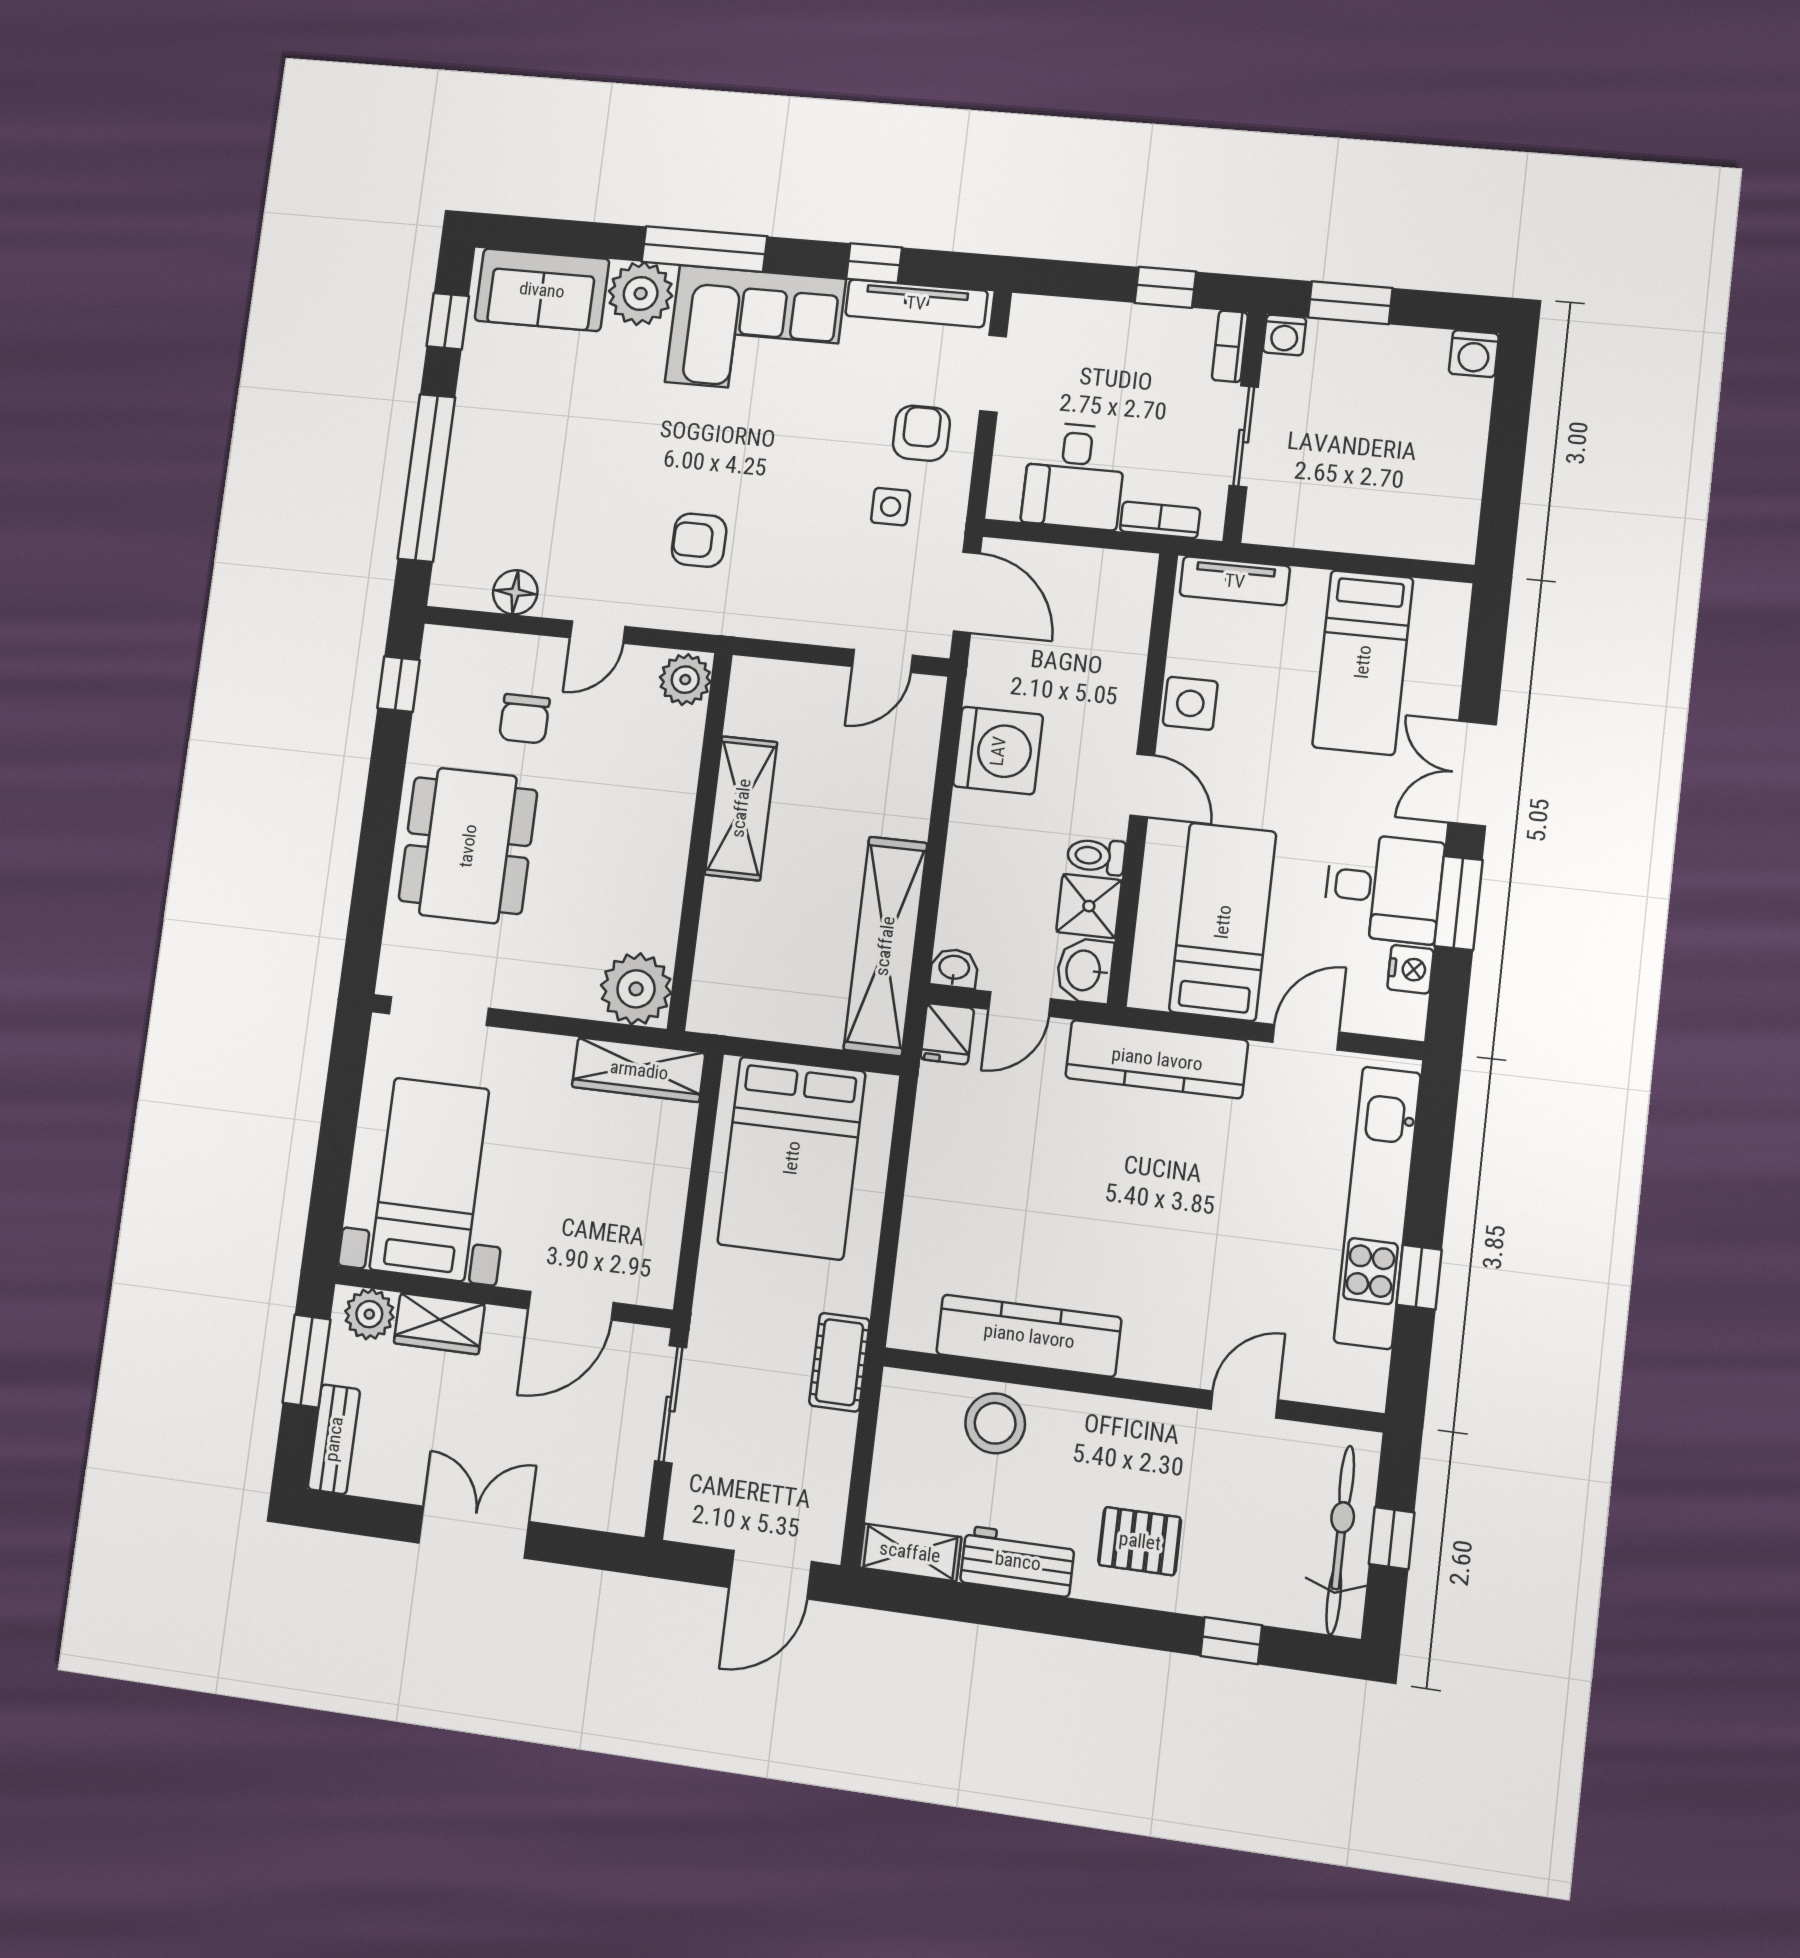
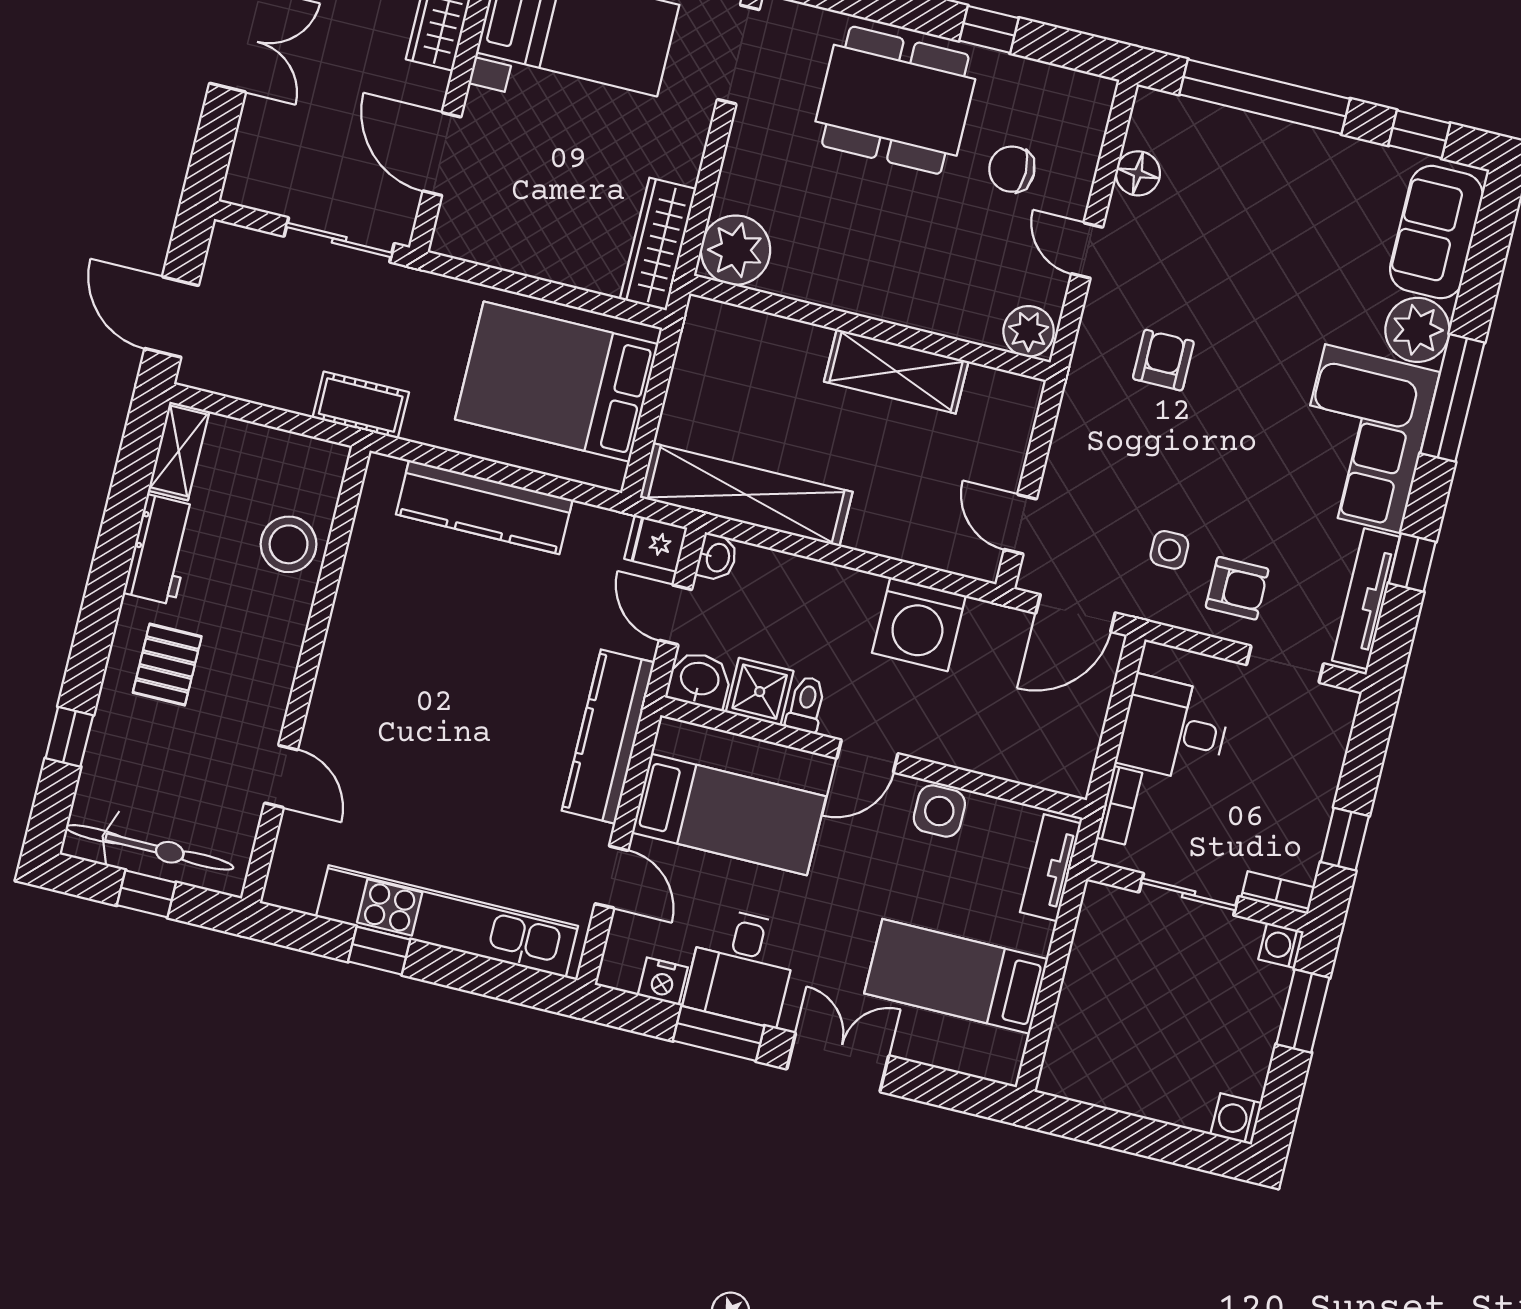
window: (398, 684) -> (989, 29), moved
kitchen counter: (1029, 1336) -> (484, 507), moved, turned 90

